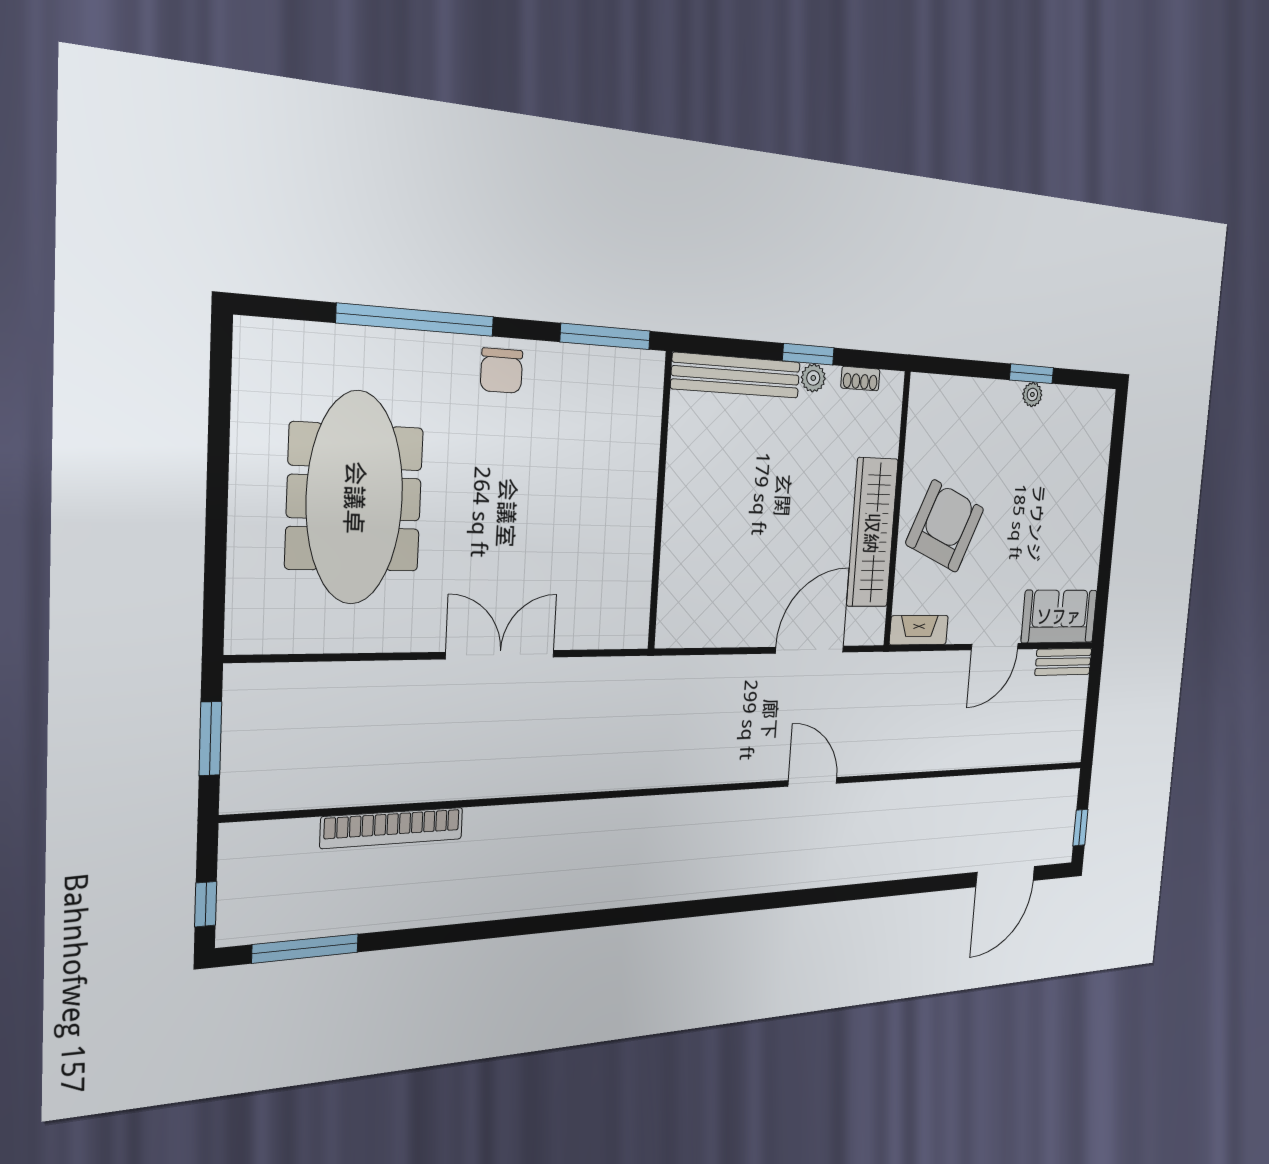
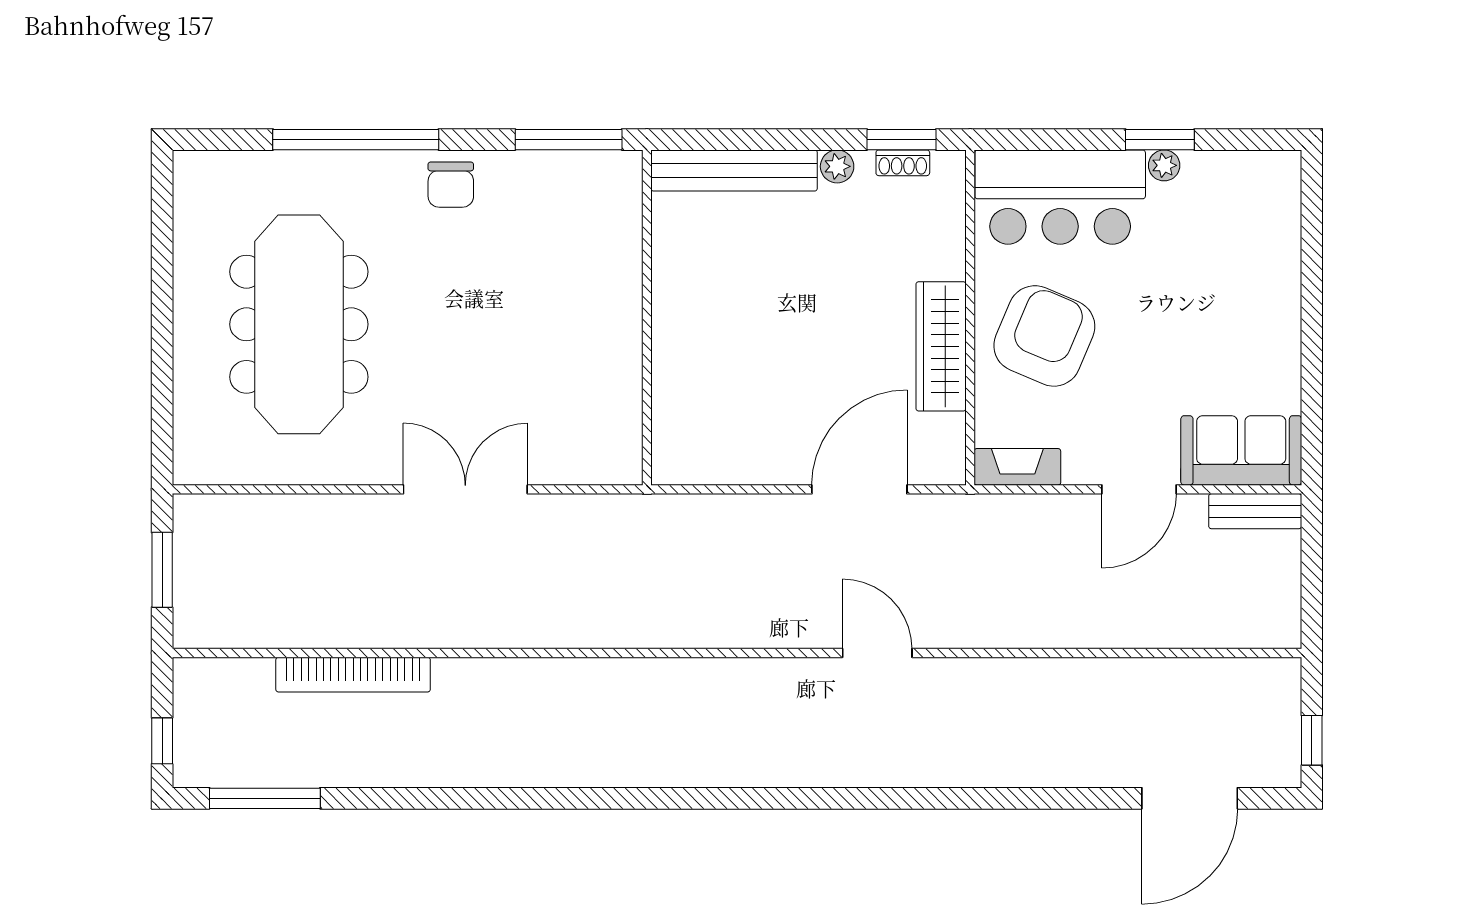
window: (808, 354) -> (902, 140), moved
bar counter: (964, 415) -> (1060, 197), added
wardrobe: (872, 533) -> (941, 346), width x0.71, depth x0.85

